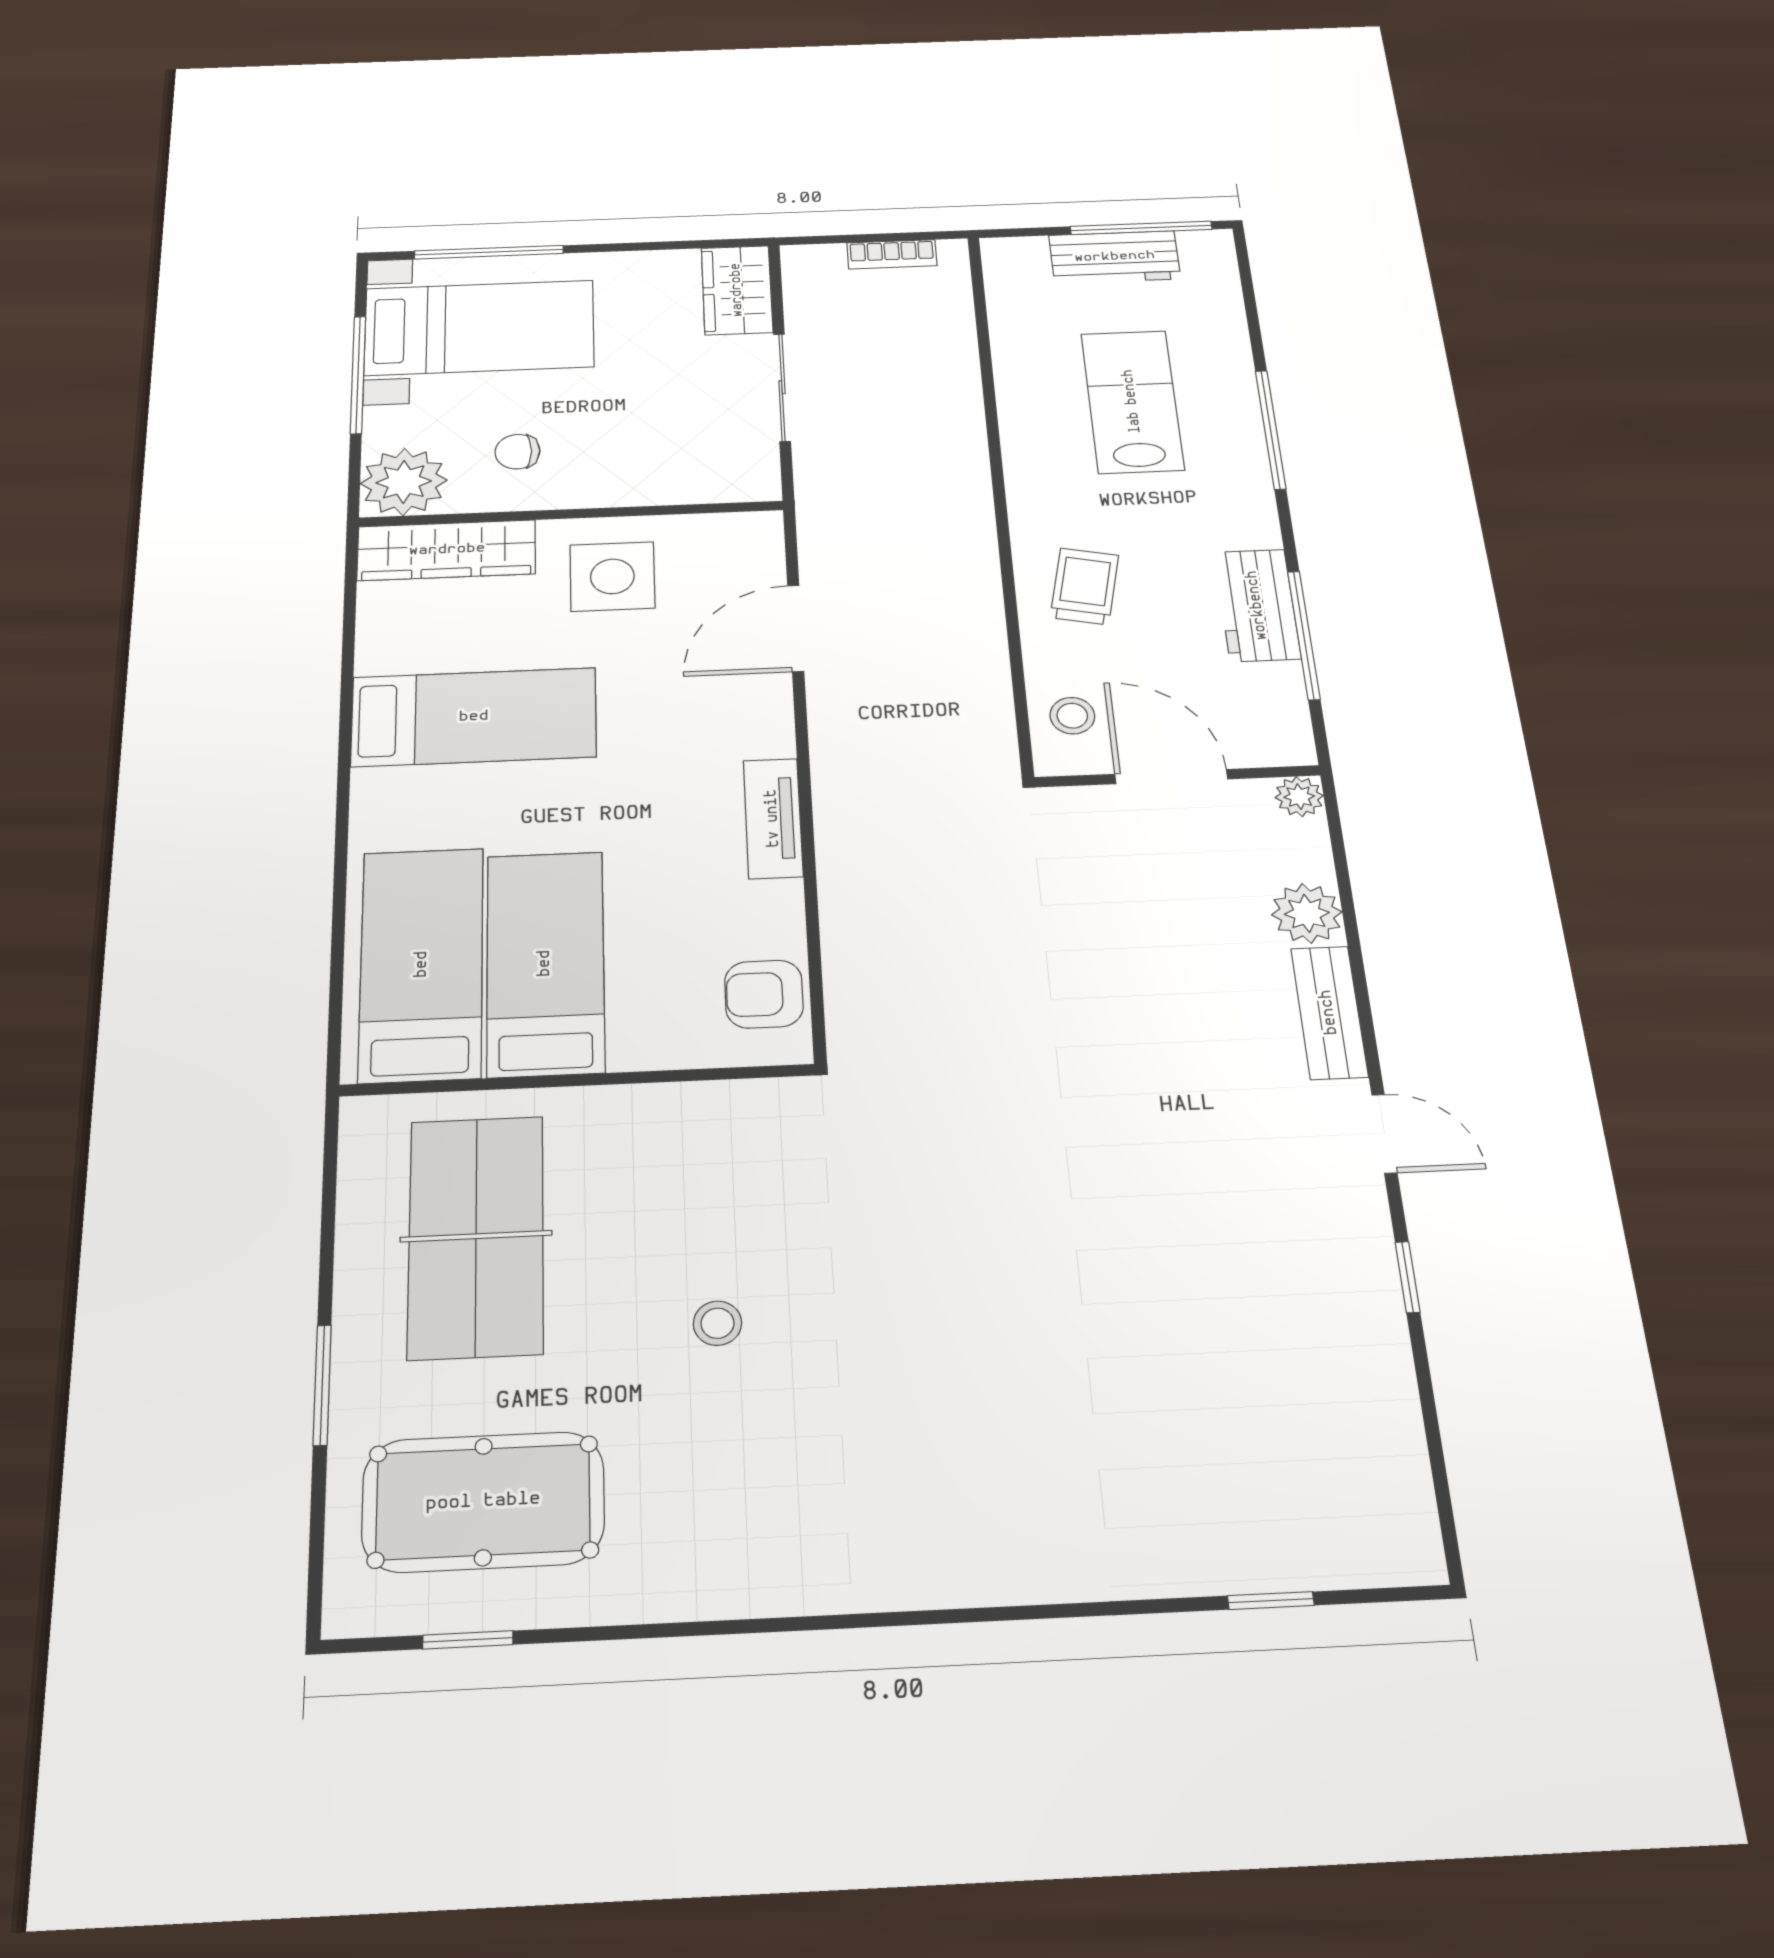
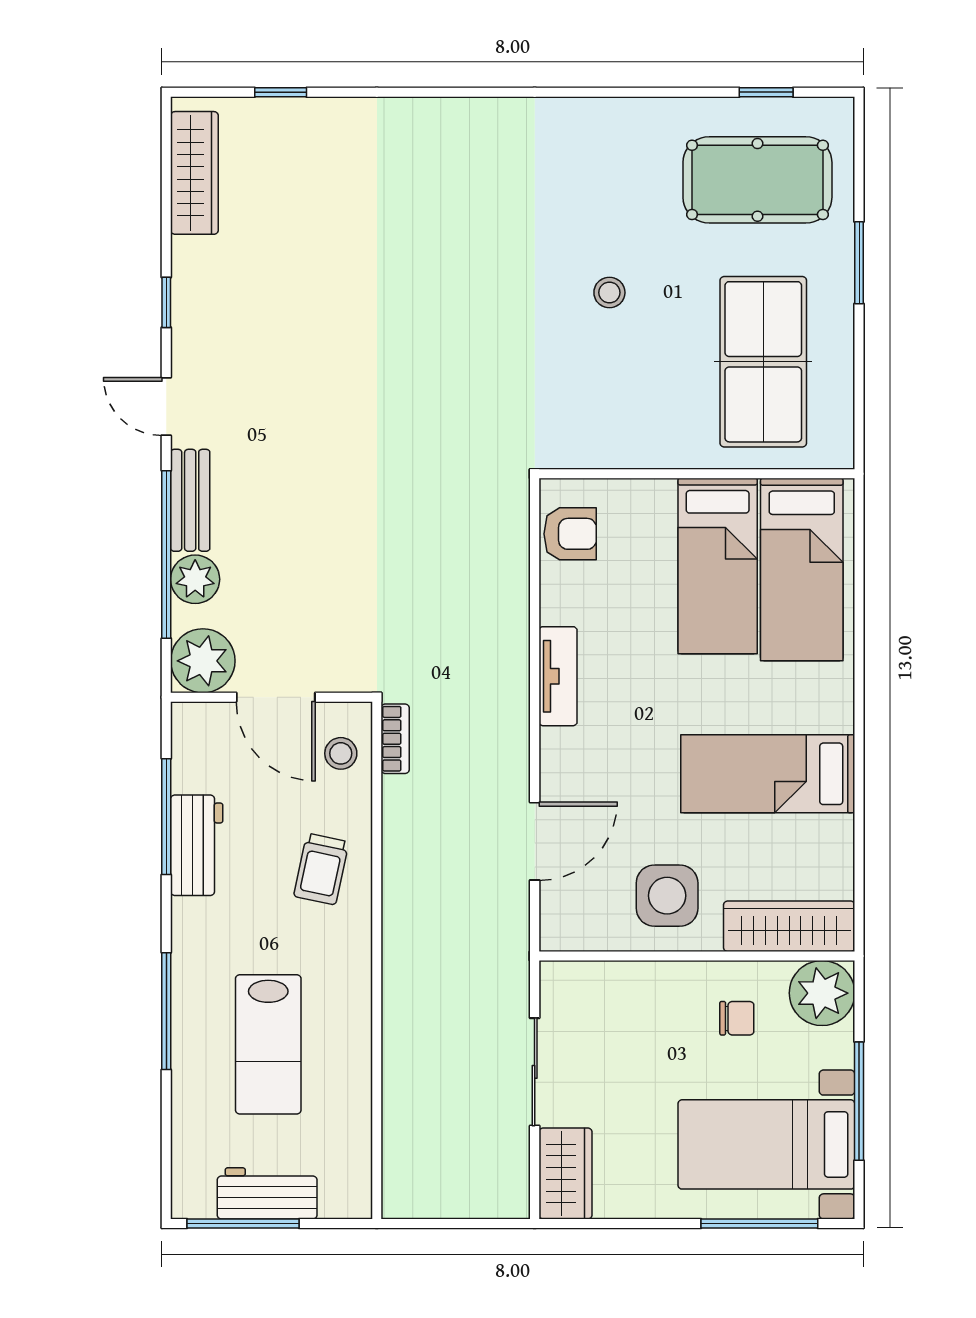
bookcase: (892, 254) -> (395, 739), moved, turned 90
plant: (1299, 797) -> (203, 661), width x1.88, depth x1.88
window: (1353, 942) -> (166, 554), added
wardrobe: (1393, 1469) -> (194, 173), added

